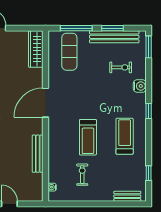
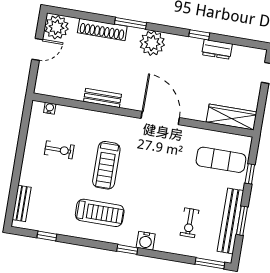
window: (76, 28) -> (250, 174), width x0.46
water cooler: (140, 86) -> (146, 241), moved
treadmill: (88, 137) -> (106, 165), turned -90
bench: (38, 154) -> (102, 98), width x0.73

